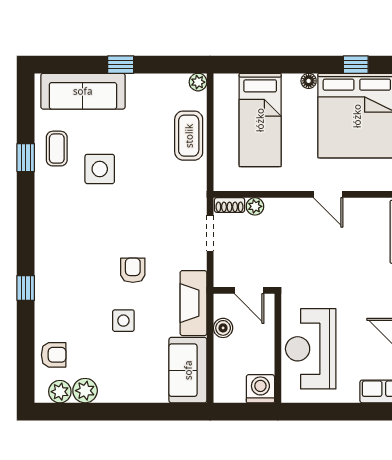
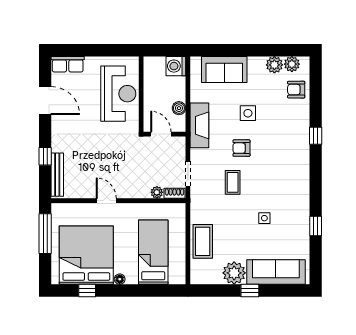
plant: (198, 82) -> (234, 273), moved, width x1.88, depth x1.88
coffee table: (57, 149) -> (233, 182), moved
side table: (100, 169) -> (264, 218), width x0.54, depth x0.54
armchair: (133, 270) -> (241, 148), turned 90
sofa: (188, 370) -> (224, 69), moved, turned 90
washing machine: (260, 389) -> (176, 66), moved, turned 90

